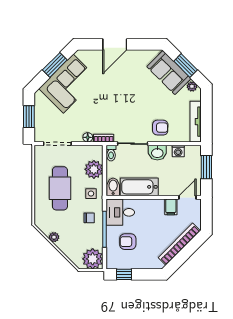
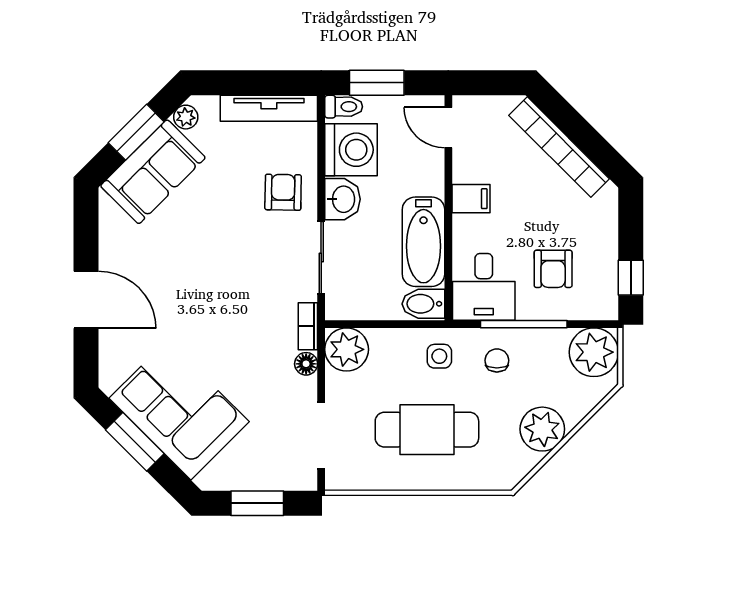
washing machine: (178, 151) -> (351, 150), width x1.89, depth x1.89
toilet: (111, 153) -> (344, 107), moved
plant: (94, 169) -> (347, 349), moved
filing cabinet: (171, 207) -> (471, 199), moved
plant: (54, 237) -> (542, 429), width x1.88, depth x1.88

